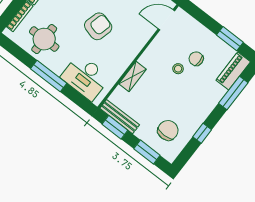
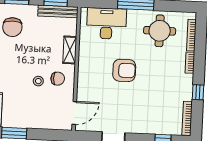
armchair: (98, 26) -> (124, 70), turned -105
chair: (196, 59) -> (58, 79), moved

